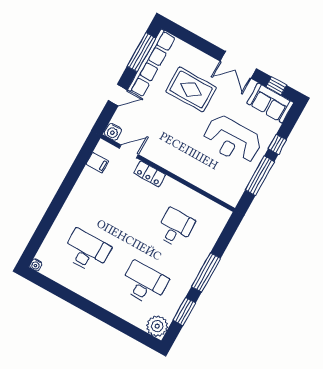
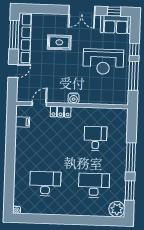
rug: (191, 89) -> (59, 42), width x0.73, depth x0.70
water cooler: (113, 132) -> (74, 98), moved

